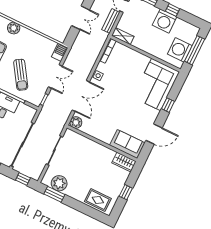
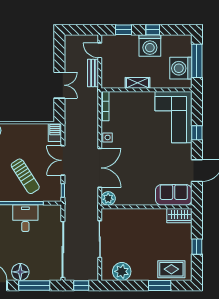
shelving: (123, 36) -> (137, 83), moved
double door: (55, 76) -> (63, 160), swing flipped
window: (54, 194) -> (160, 286), moved

